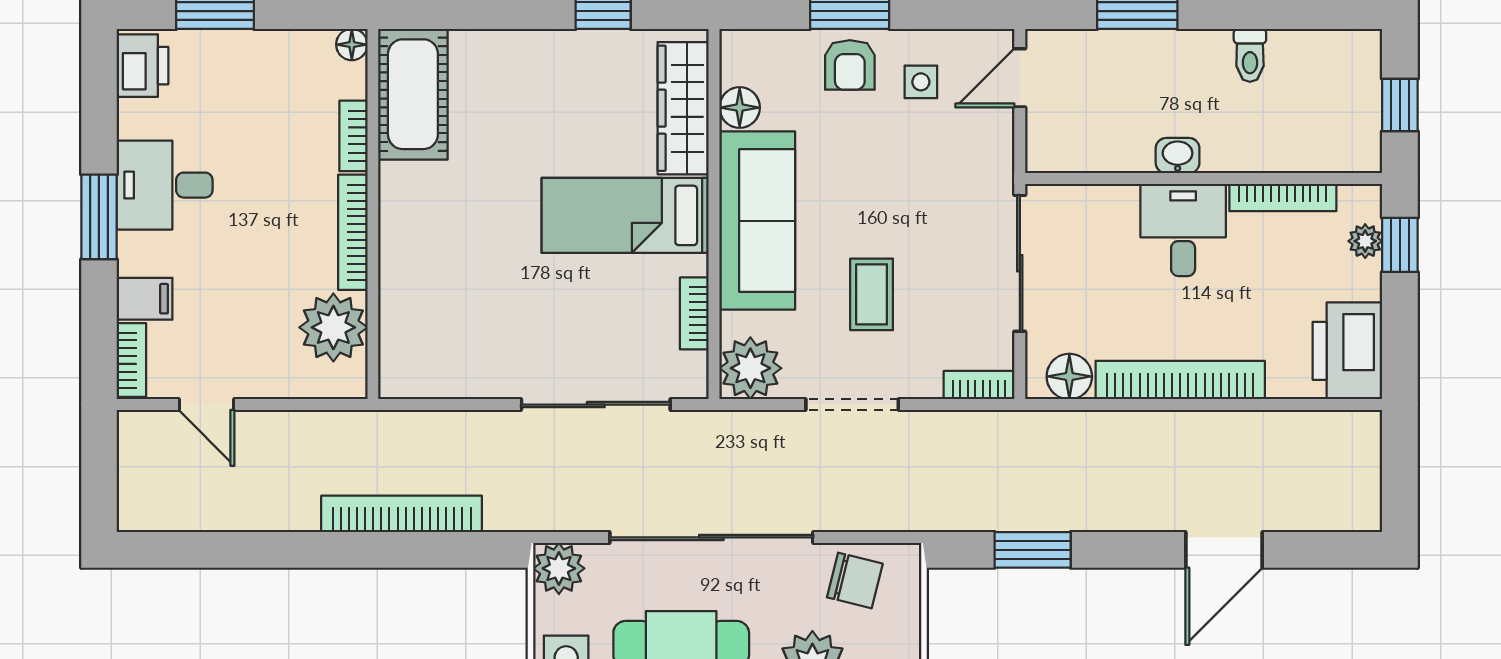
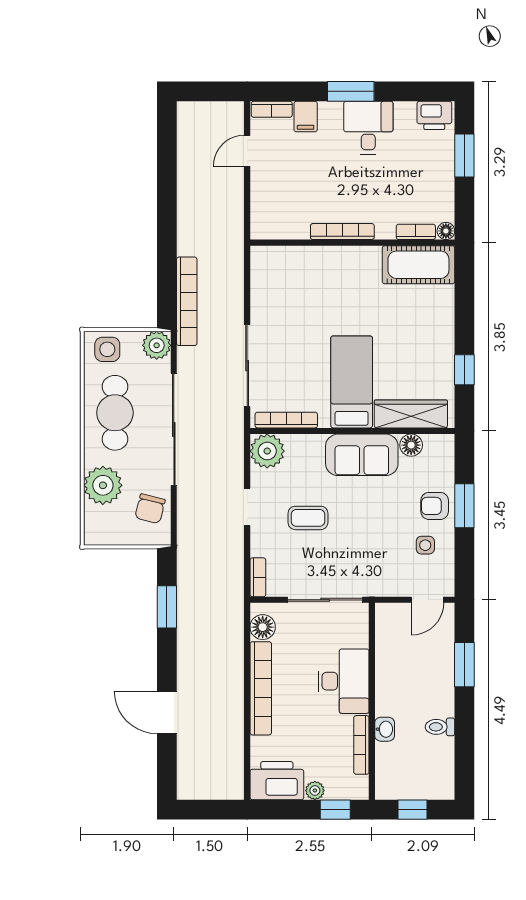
door: (1020, 78) -> (427, 600), swing flipped
bookcase: (353, 136) -> (416, 232), moved
washbasin: (1178, 156) -> (385, 729), moved
sofa: (757, 221) -> (362, 455), width x0.73
desk: (1183, 230) -> (344, 681), width x1.37
plant: (1365, 241) -> (315, 790), moved
bookcase: (694, 313) -> (286, 420), width x1.56
plant: (333, 327) -> (290, 221), removed
doorway: (852, 405) -> (247, 507), width x0.73
bookcase: (402, 514) -> (187, 301), moved

